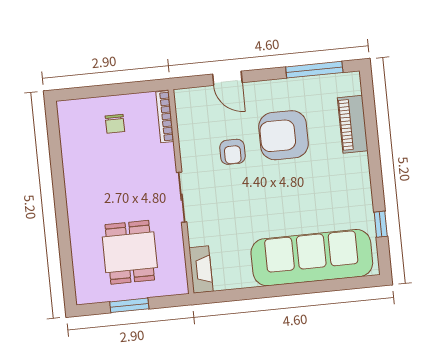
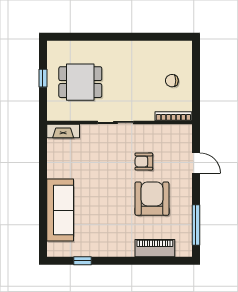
door: (227, 78) -> (196, 163), swing flipped
sofa: (312, 258) -> (60, 210), width x0.74, depth x0.79
window: (129, 305) -> (43, 78), width x0.67

